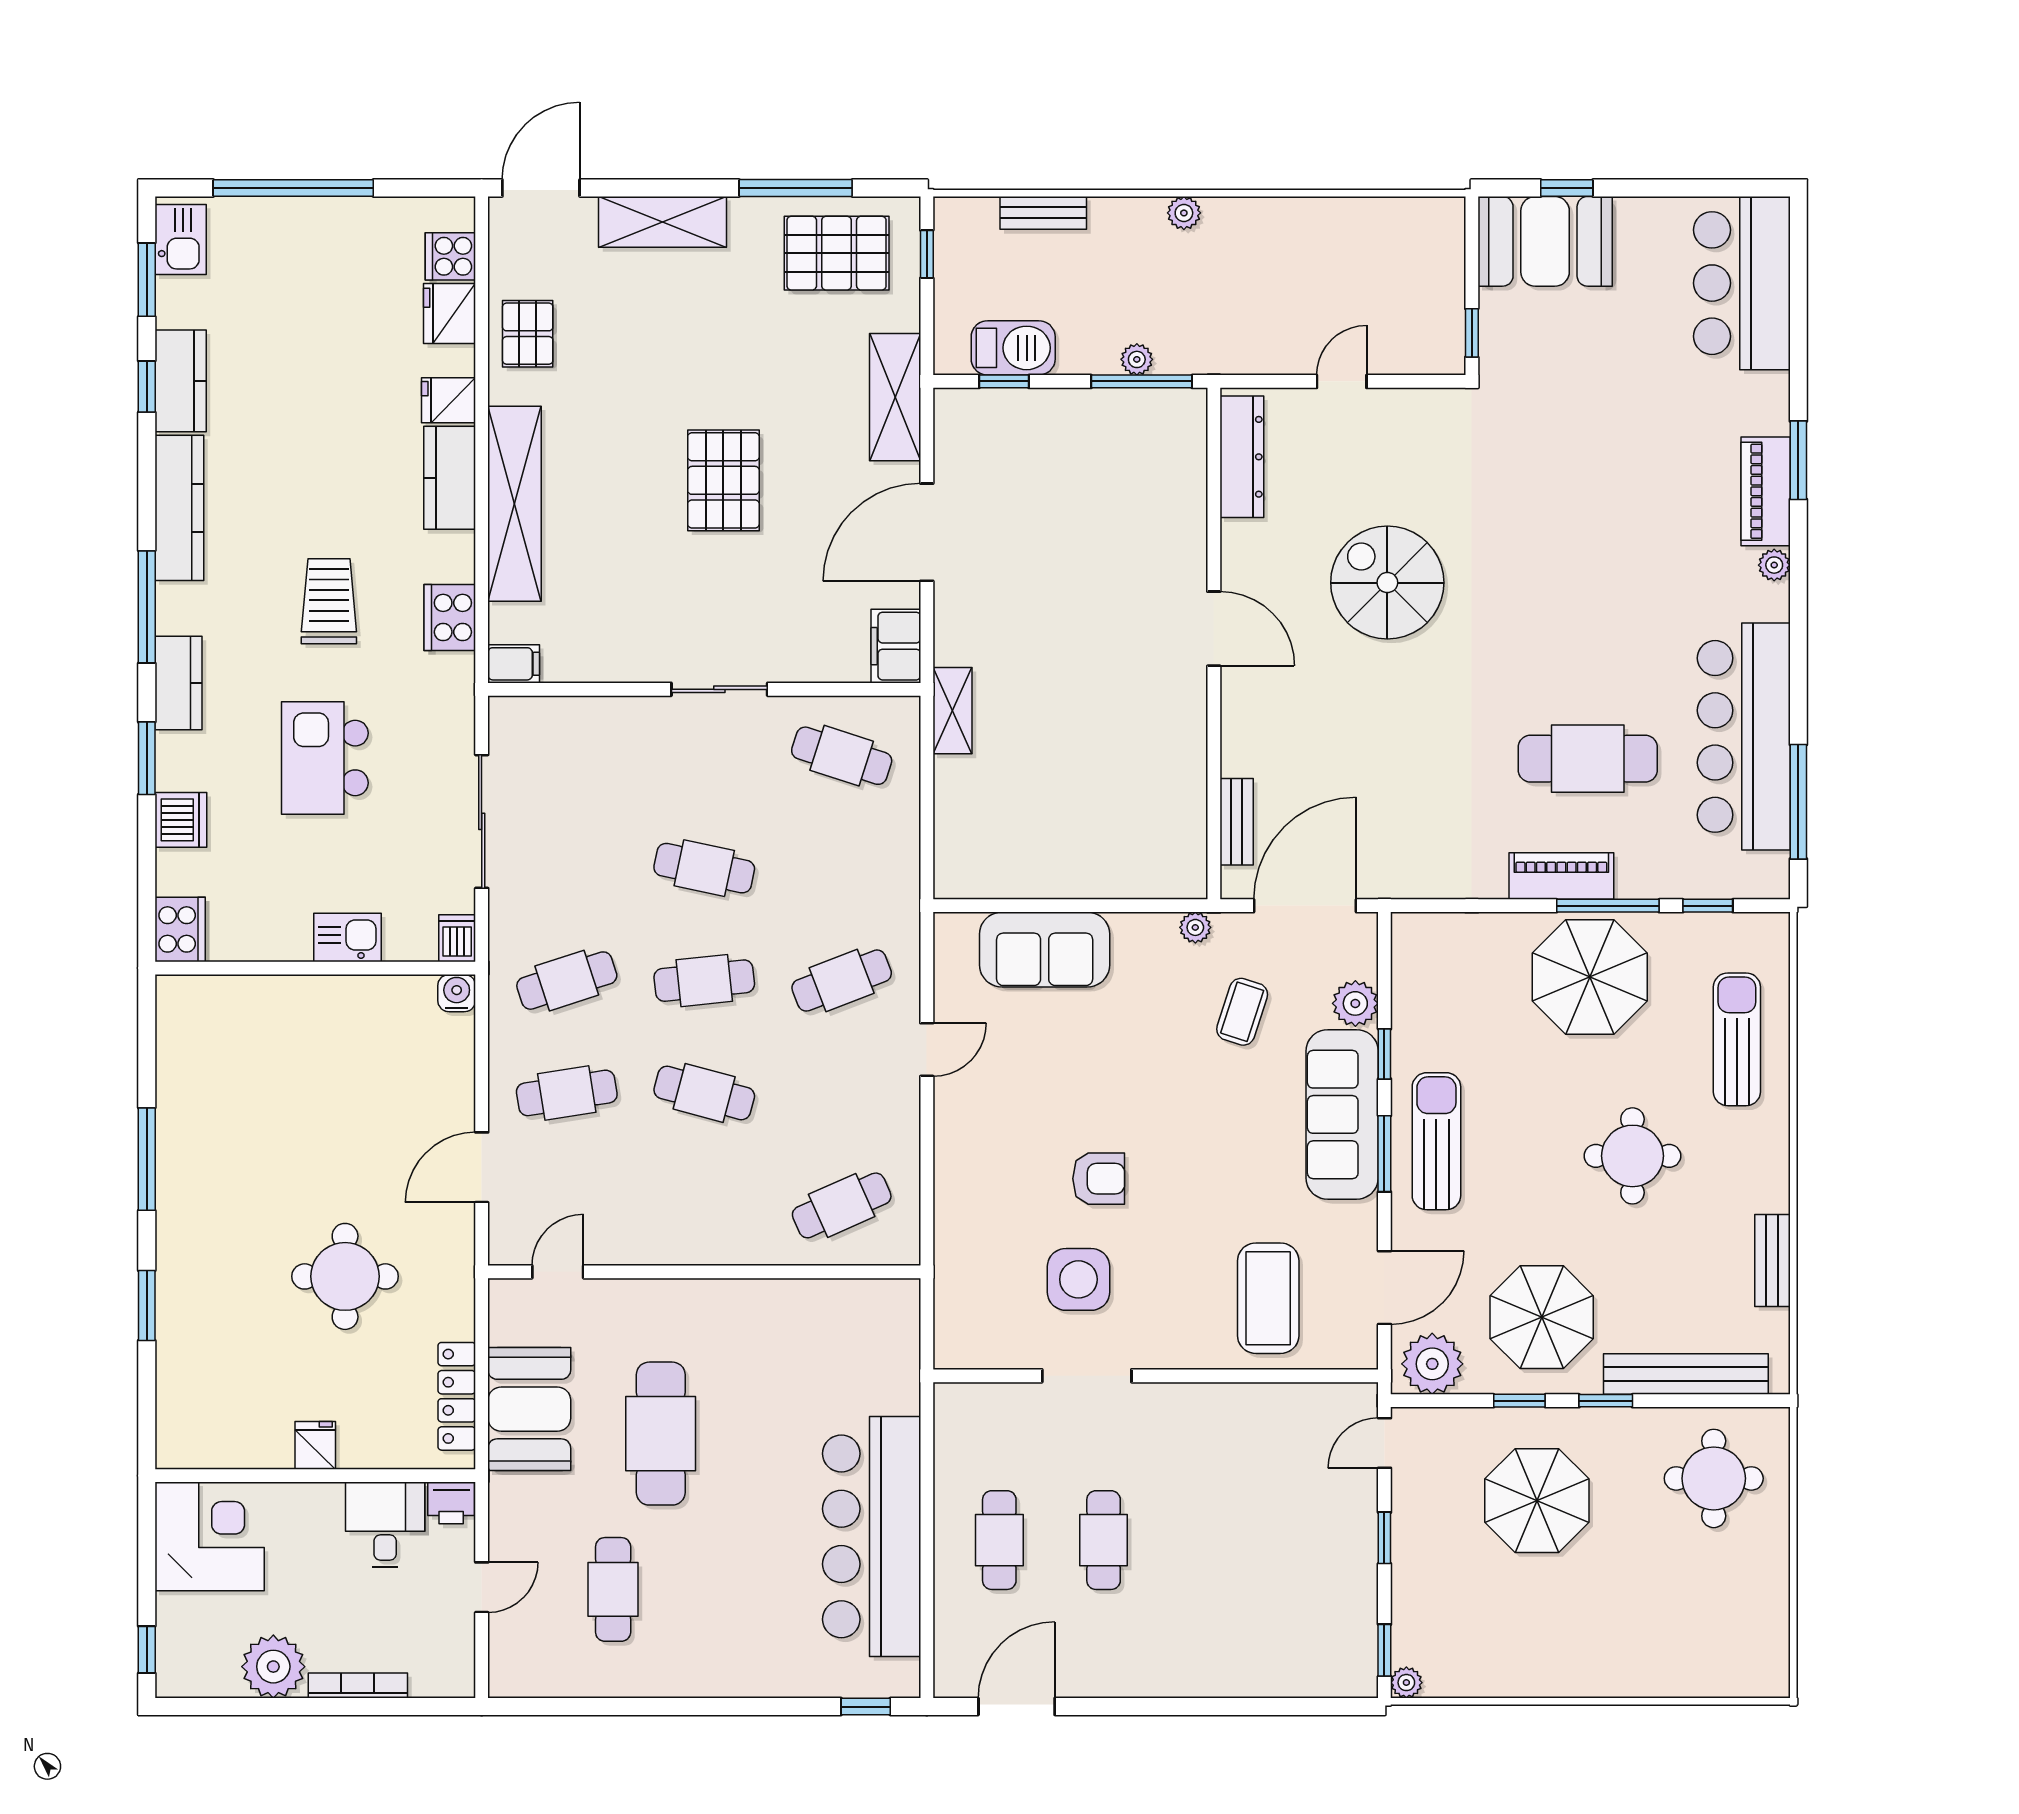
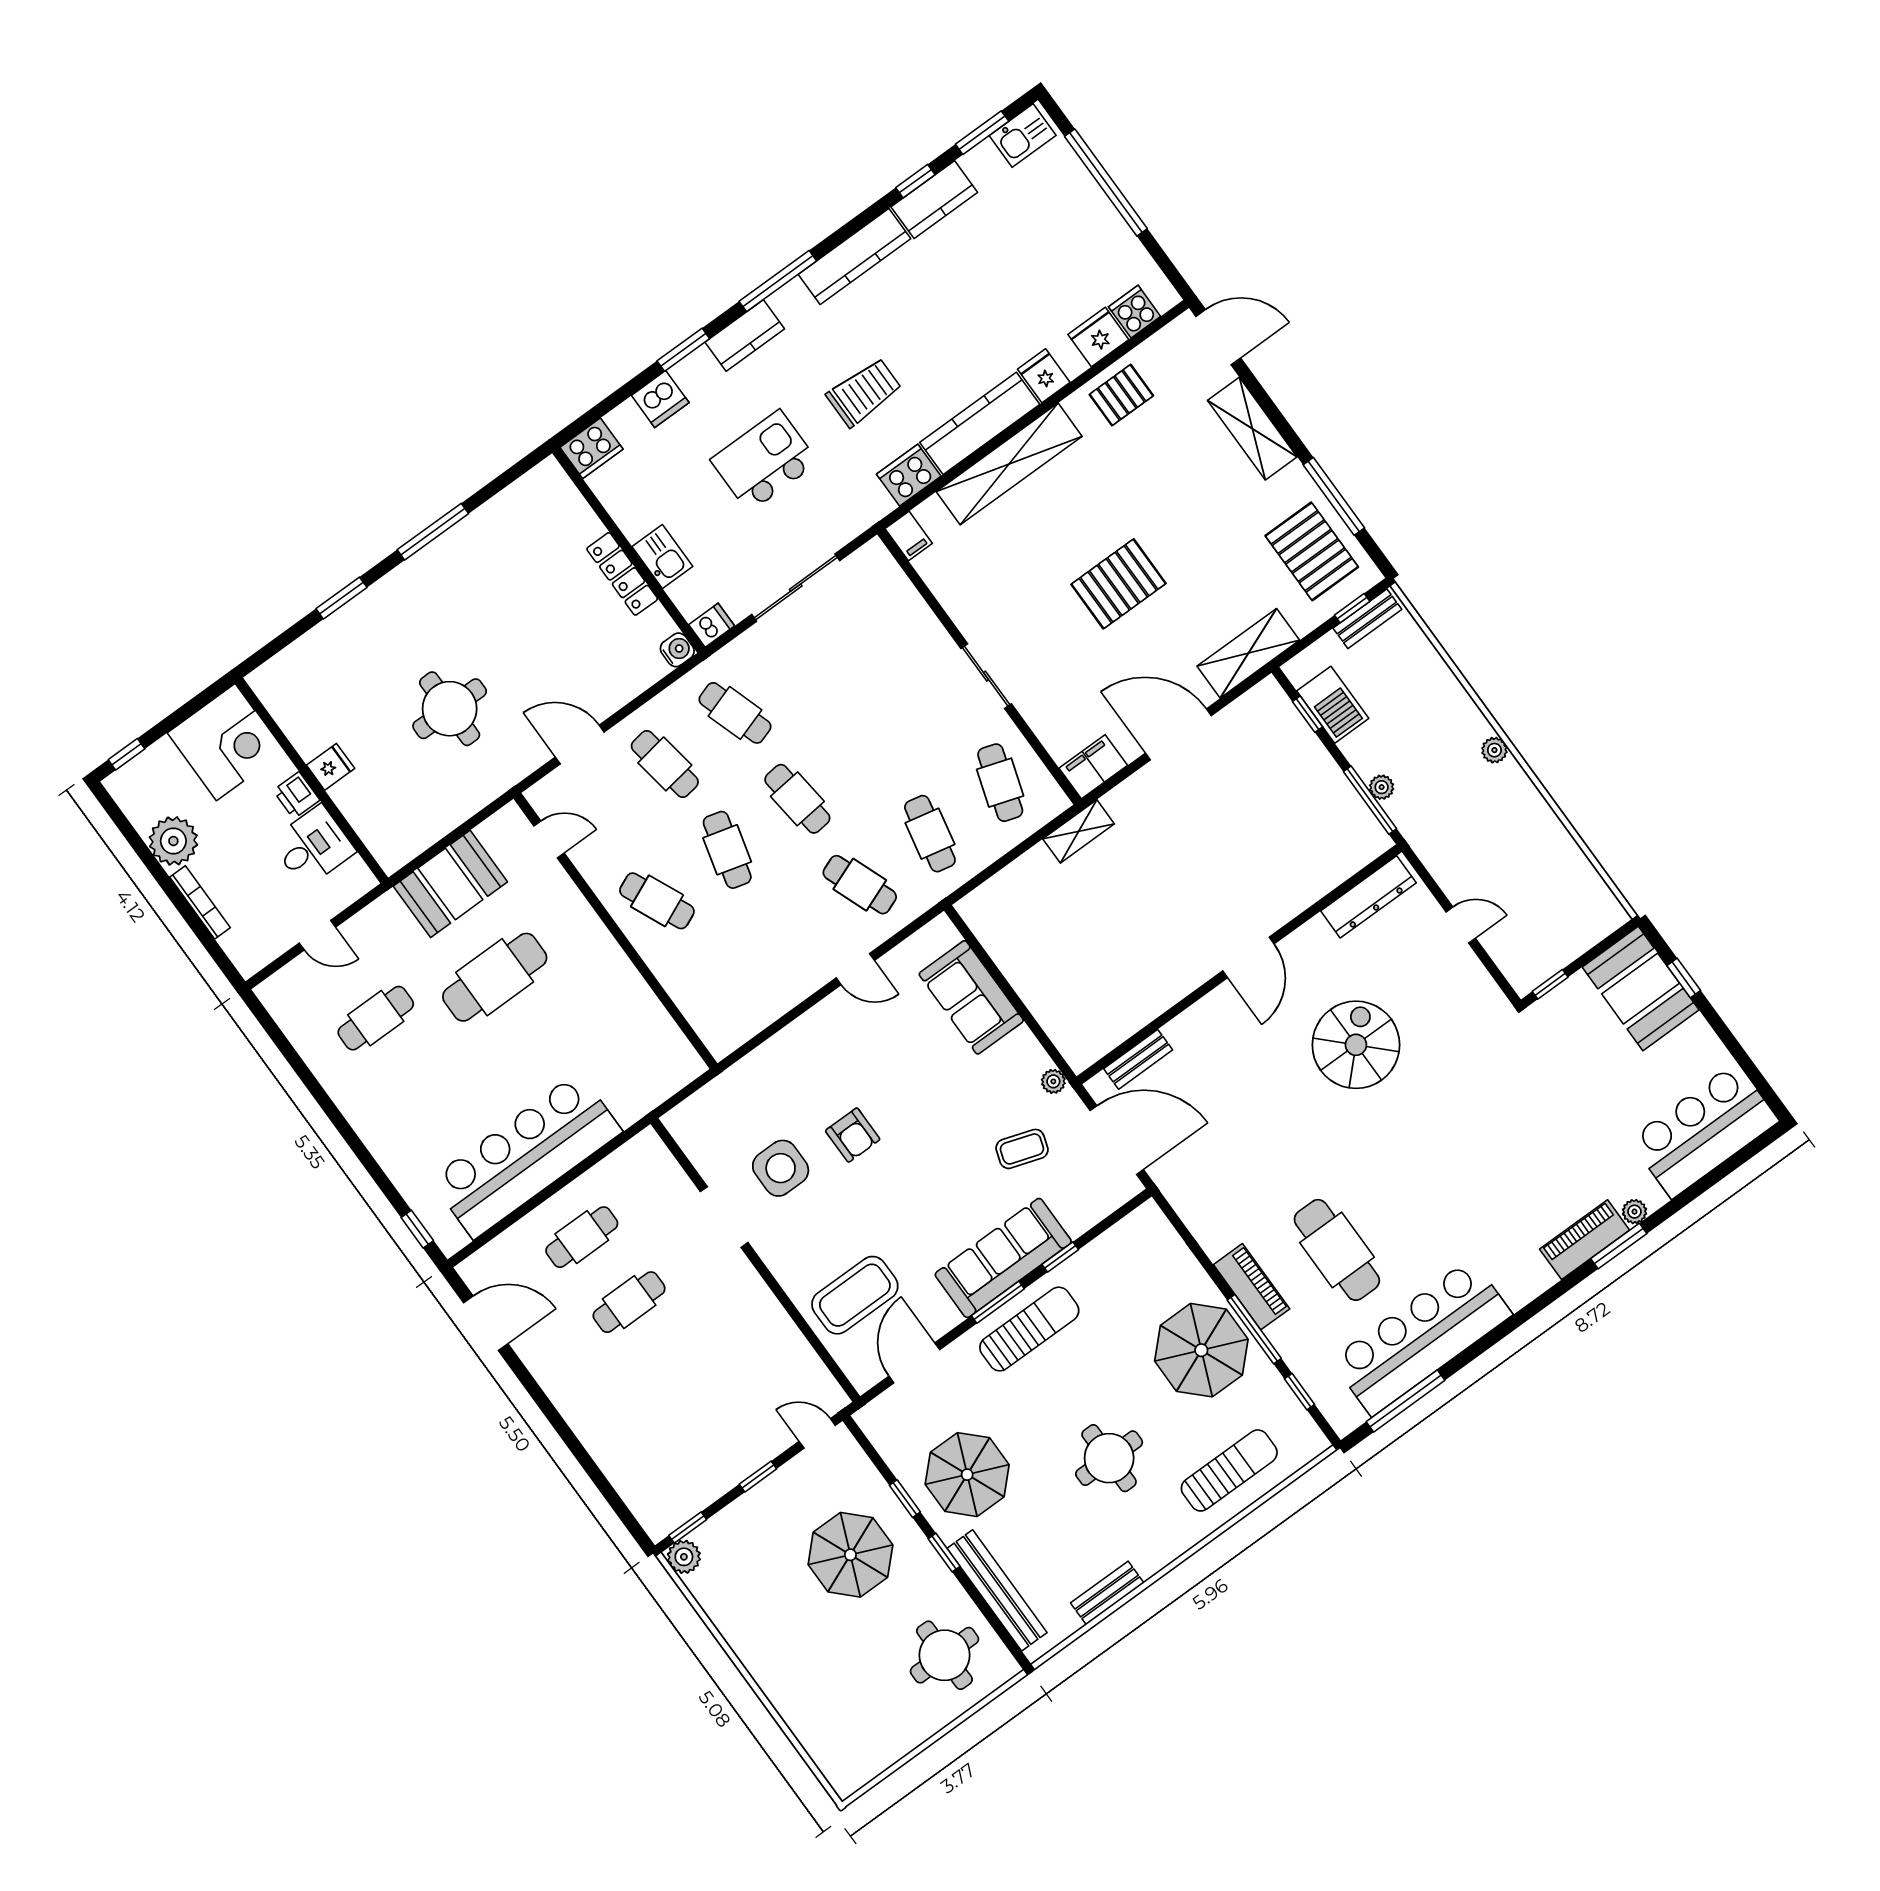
bench: (1043, 213) -> (1367, 619), moved, turned 90
kitchen counter: (450, 478) -> (980, 423), width x1.50
plant: (1774, 565) -> (1634, 1212), moved
cafe table: (704, 868) -> (930, 834), moved
plant: (1355, 1003) -> (1079, 1216), removed
cafe table: (842, 1205) -> (657, 901), moved
door: (1384, 1288) -> (914, 1363), swing flipped
plant: (1432, 1364) -> (888, 1427), removed
locker: (457, 1396) -> (622, 574), moved, turned -90
printer: (451, 1503) -> (296, 795), moved
plant: (1406, 1683) -> (684, 1557), width x1.38, depth x1.38

